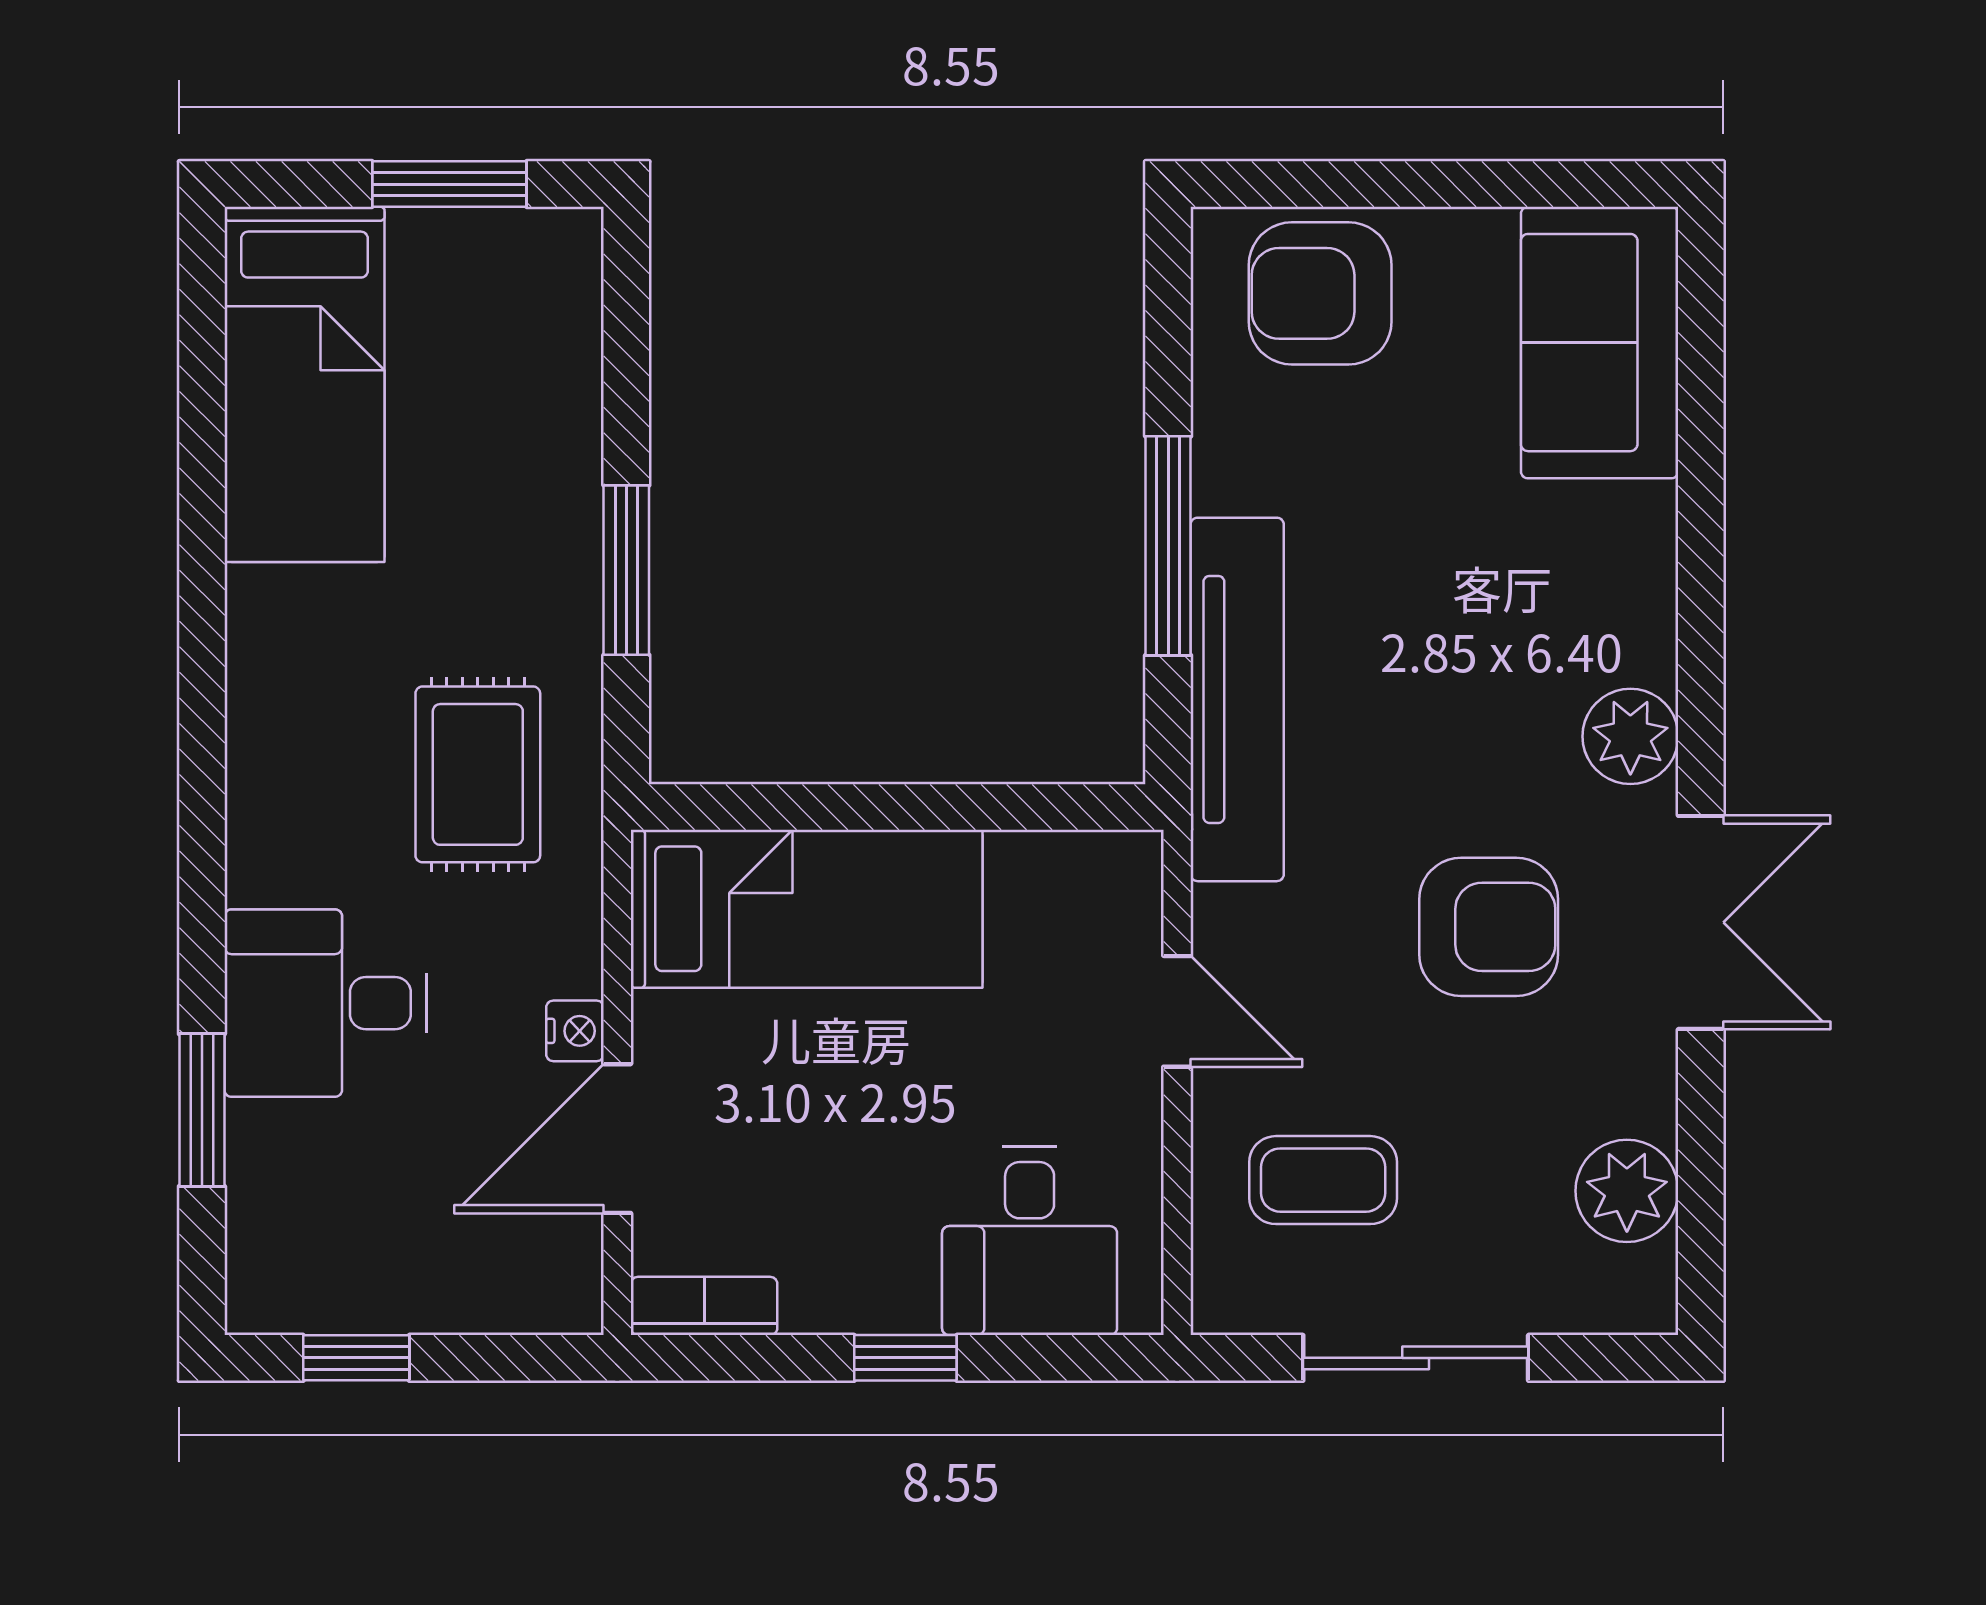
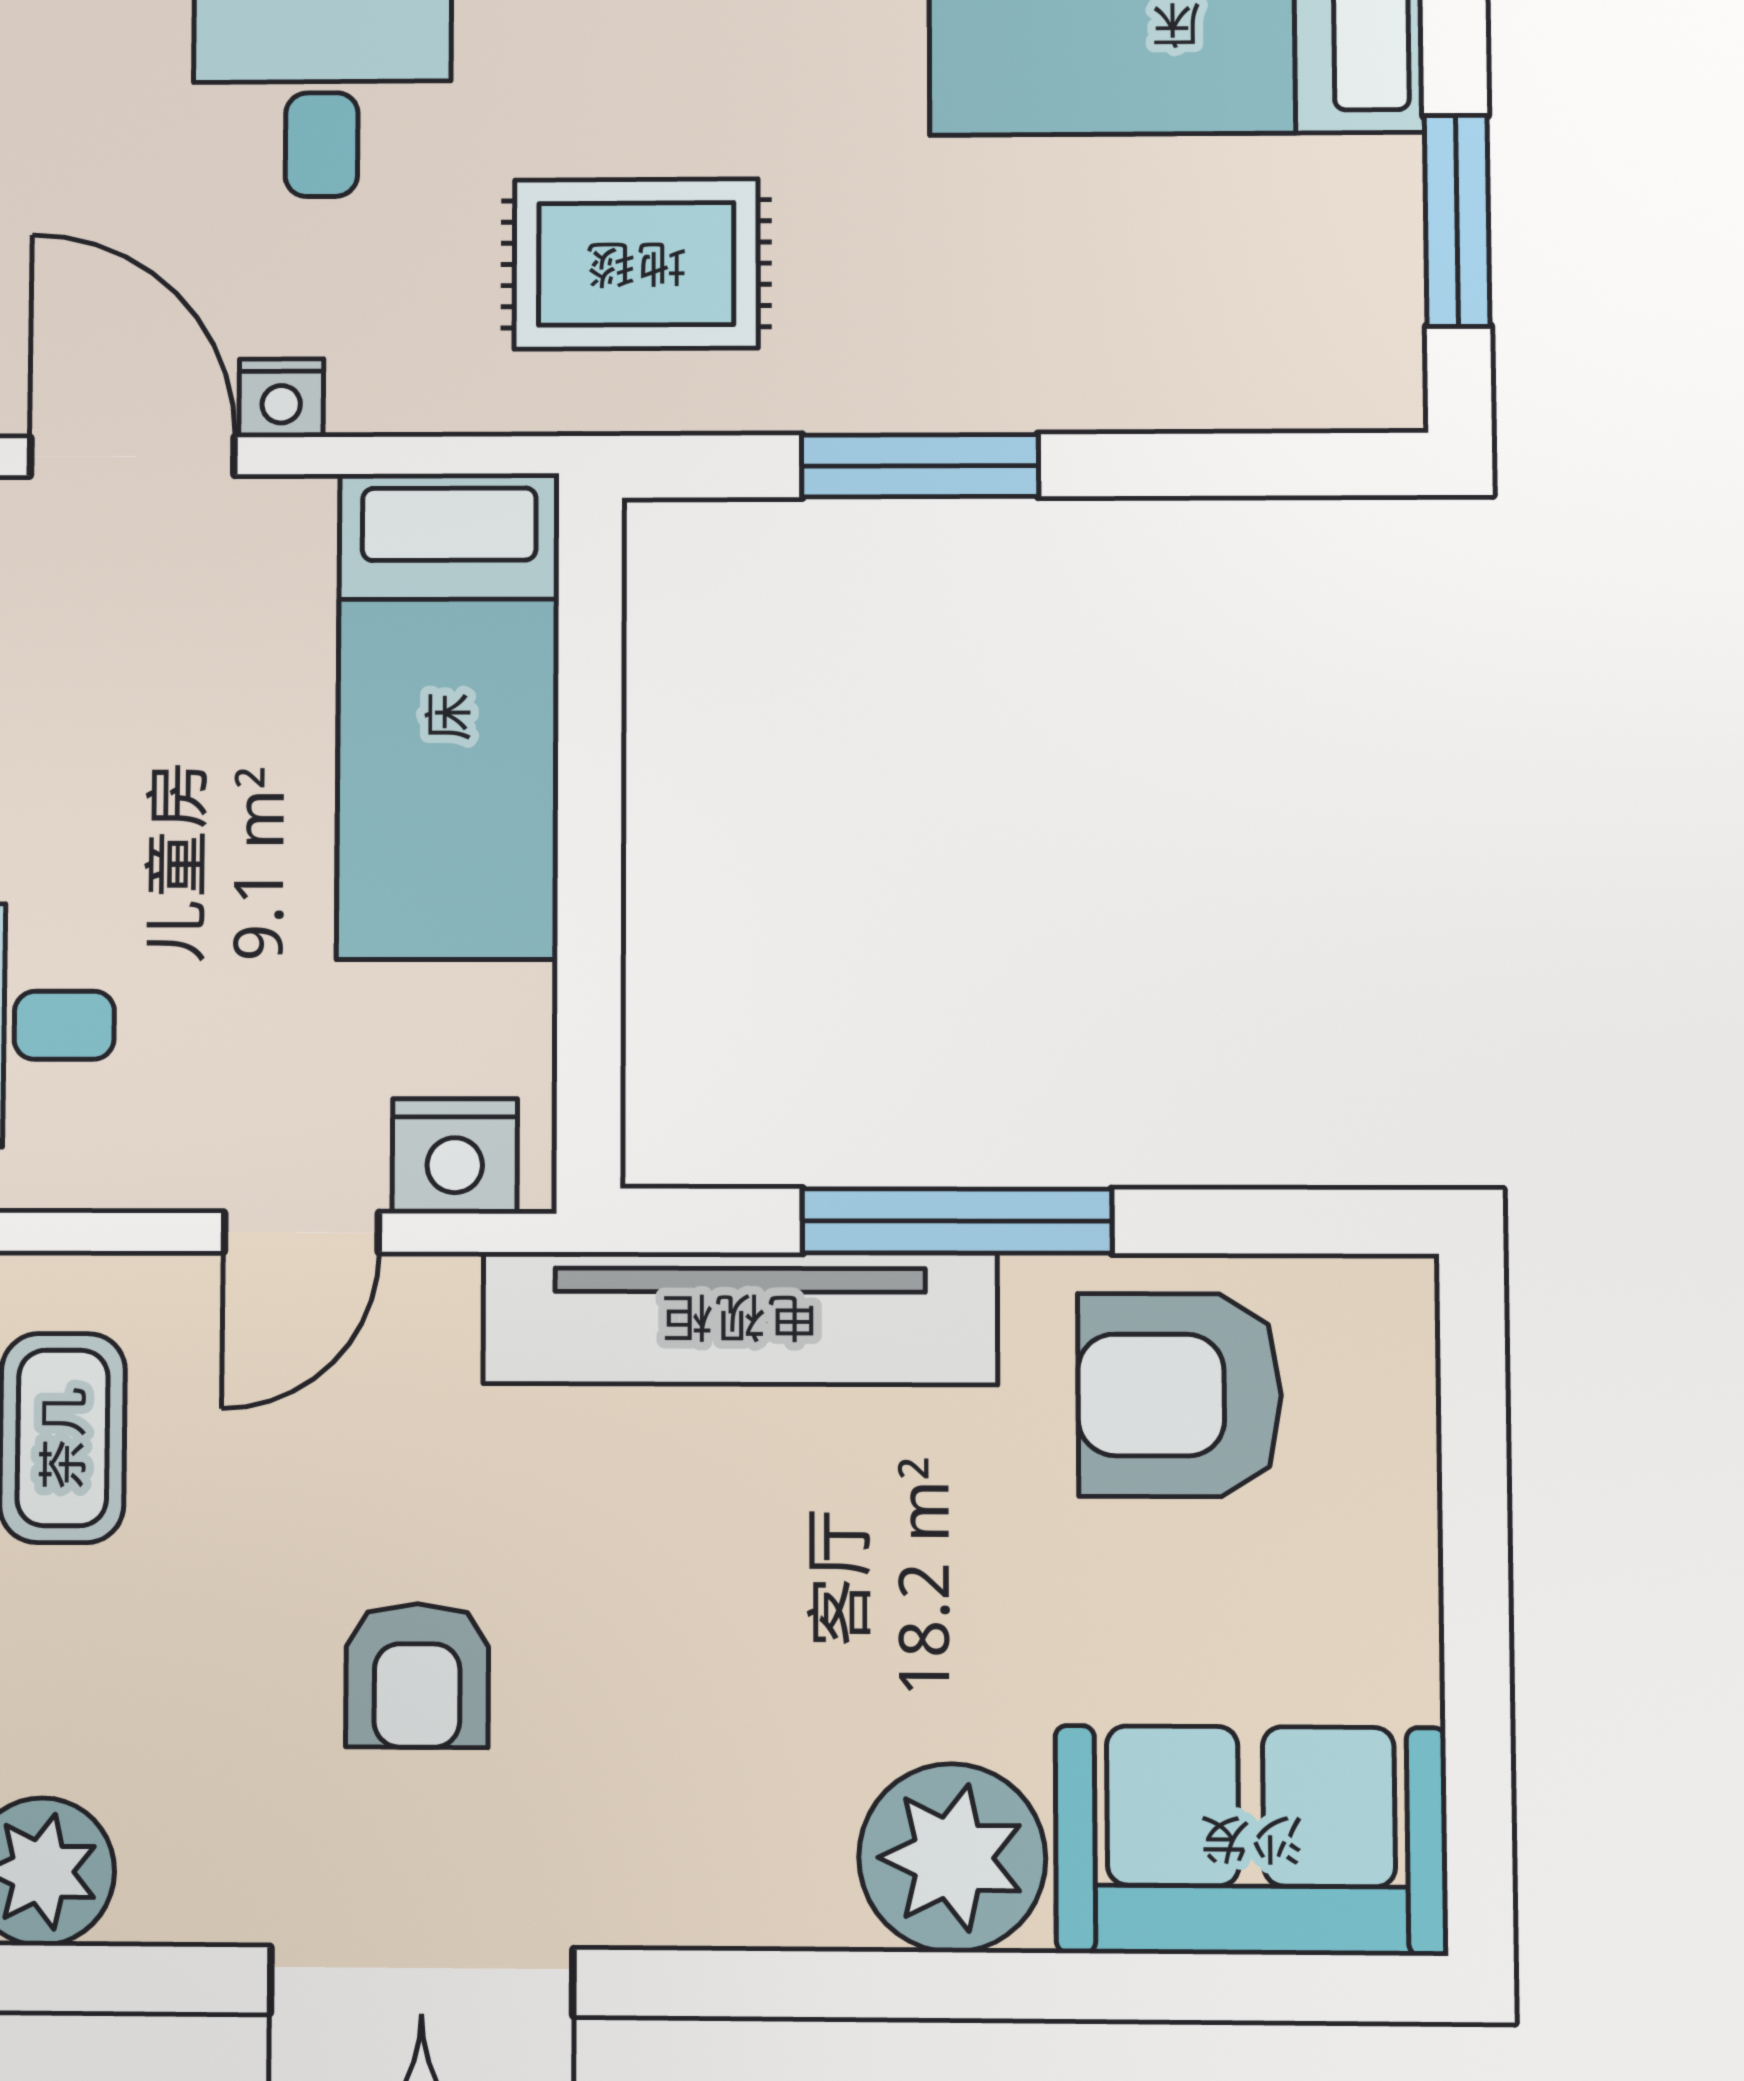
armchair: (1320, 293) -> (1180, 1395), moved, turned -90
plant: (1630, 736) -> (952, 1858), moved, width x1.36, depth x1.36
nightstand: (1123, 902) -> (455, 1156), added
armchair: (1489, 927) -> (417, 1675), width x0.72, depth x0.72

